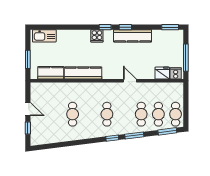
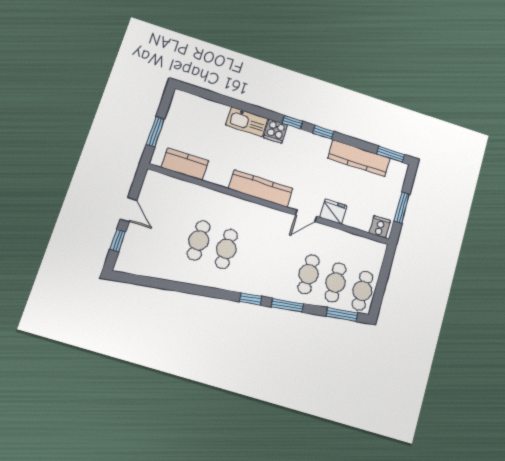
kitchen sink: (44, 36) -> (247, 122), moved
kitchen counter: (133, 36) -> (359, 158), moved
window: (186, 58) -> (402, 208), width x0.69
kitchen counter: (83, 73) -> (261, 188), moved
fridge: (162, 73) -> (333, 212), moved
door: (130, 81) -> (306, 216), swing flipped
cafe table: (107, 114) -> (226, 249), moved

